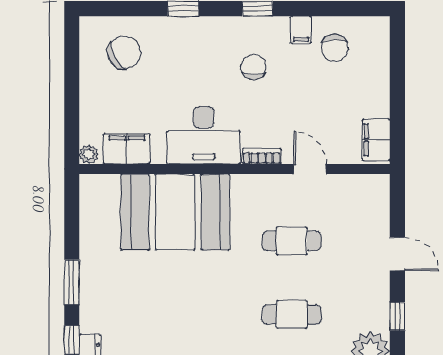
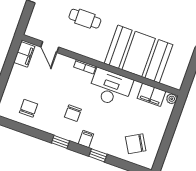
filing cabinet: (301, 30) -> (86, 139), moved
door: (310, 169) -> (50, 47), moved

